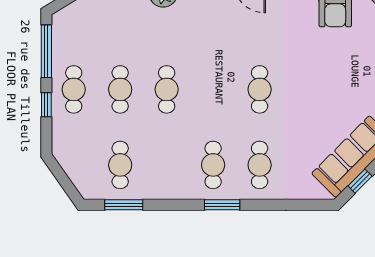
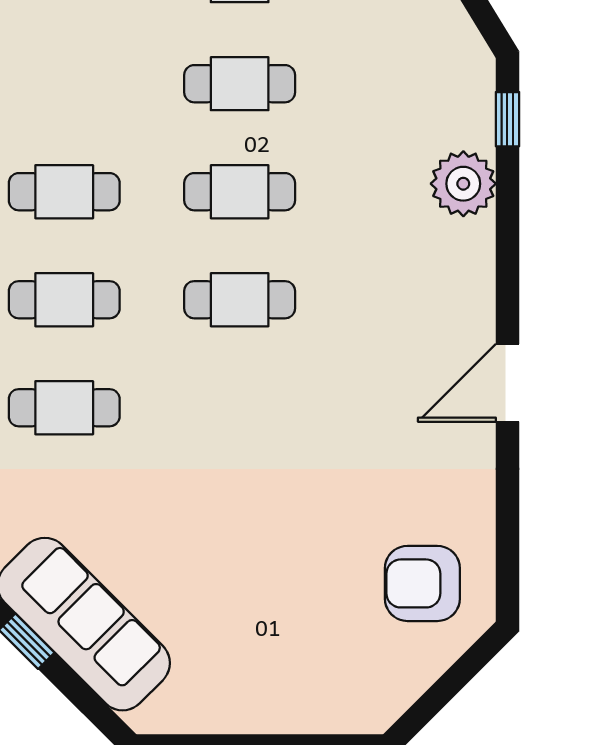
cafe table: (260, 89) -> (240, 300), moved
cafe table: (120, 165) -> (64, 192), moved

